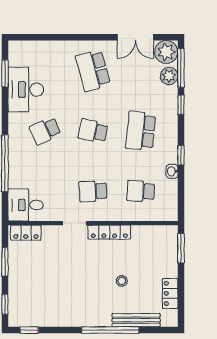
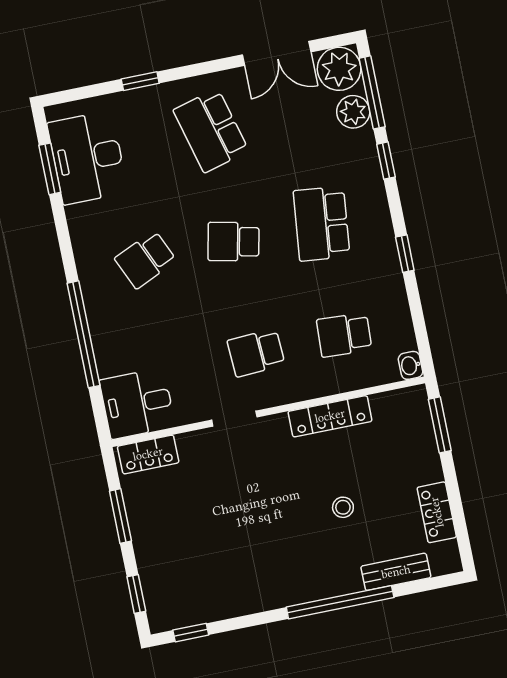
window: (61, 37) -> (140, 81), added
desk: (26, 90) -> (87, 158), moved
washbasin: (172, 171) -> (411, 365), moved
locker: (109, 232) -> (330, 416), moved
bench: (136, 320) -> (396, 572), width x0.73

